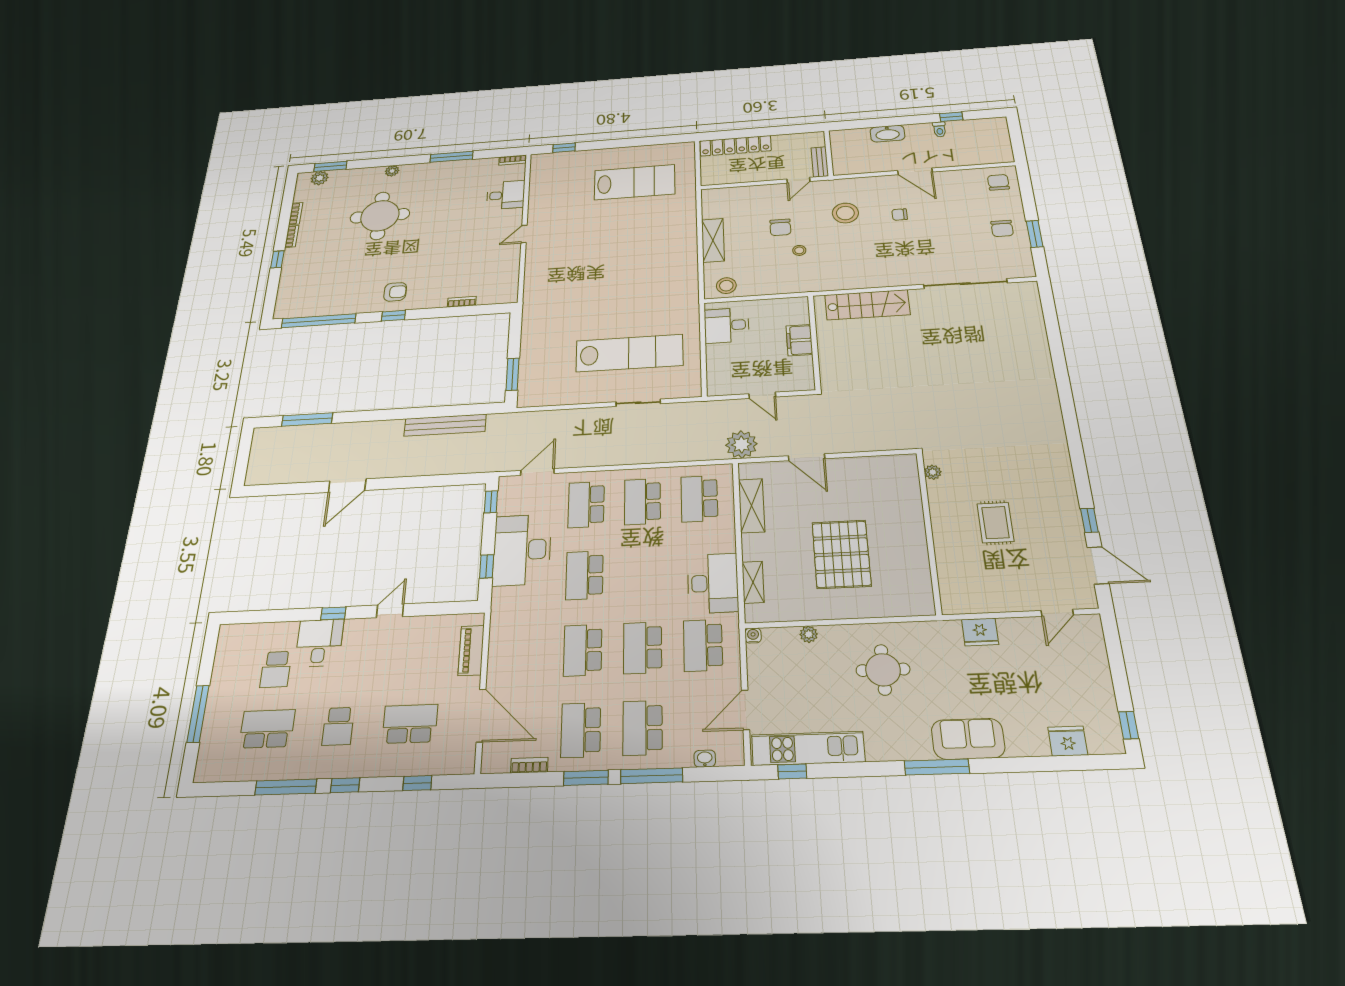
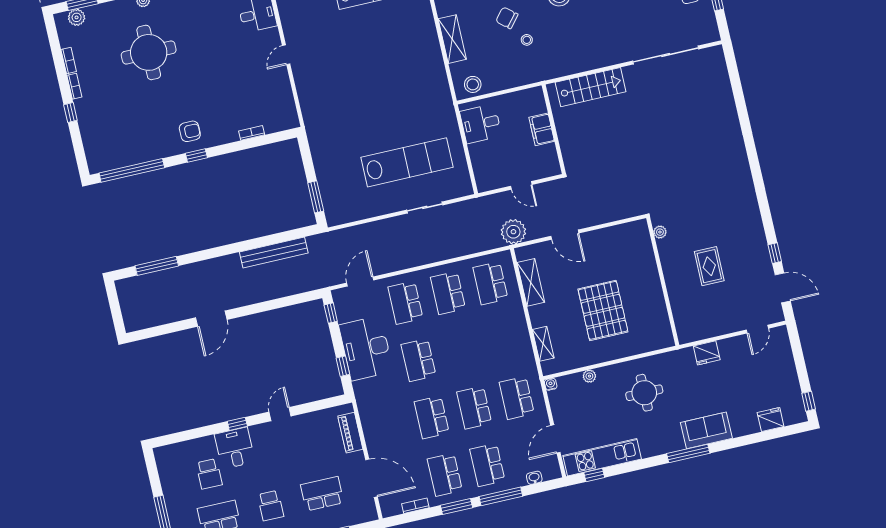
chair: (780, 227) -> (507, 18), turned 130
desk: (713, 583) -> (514, 350), removed

